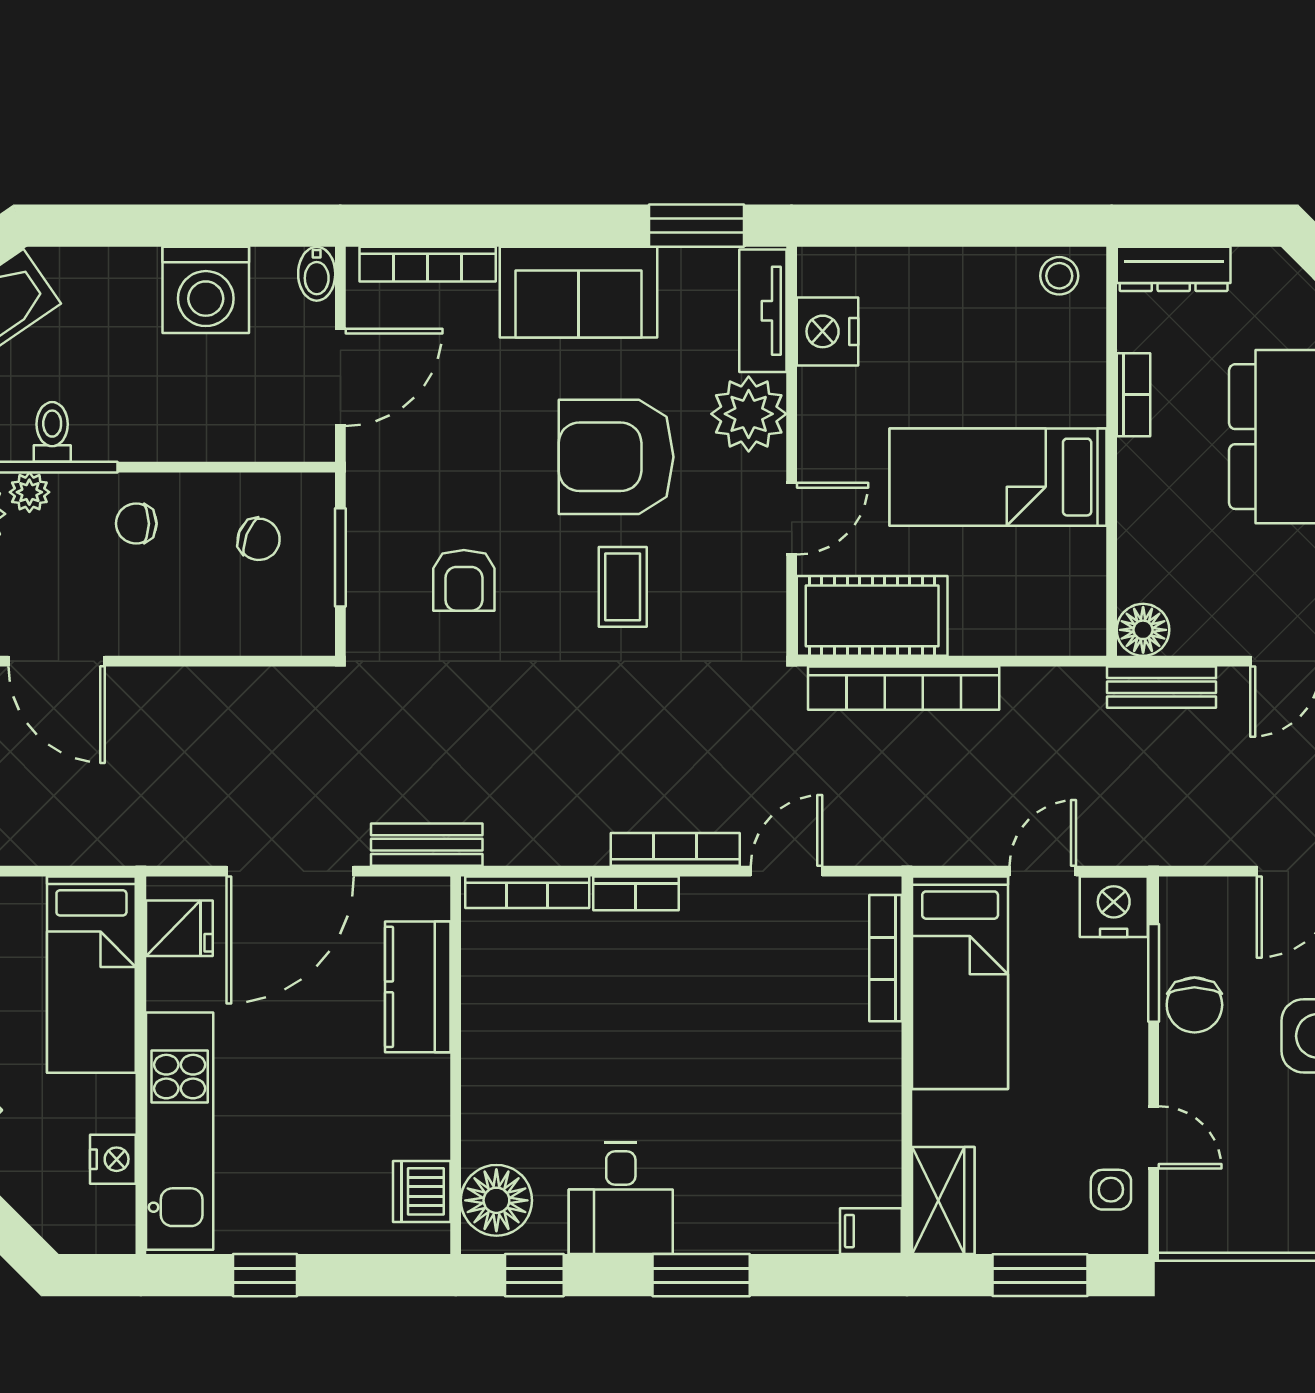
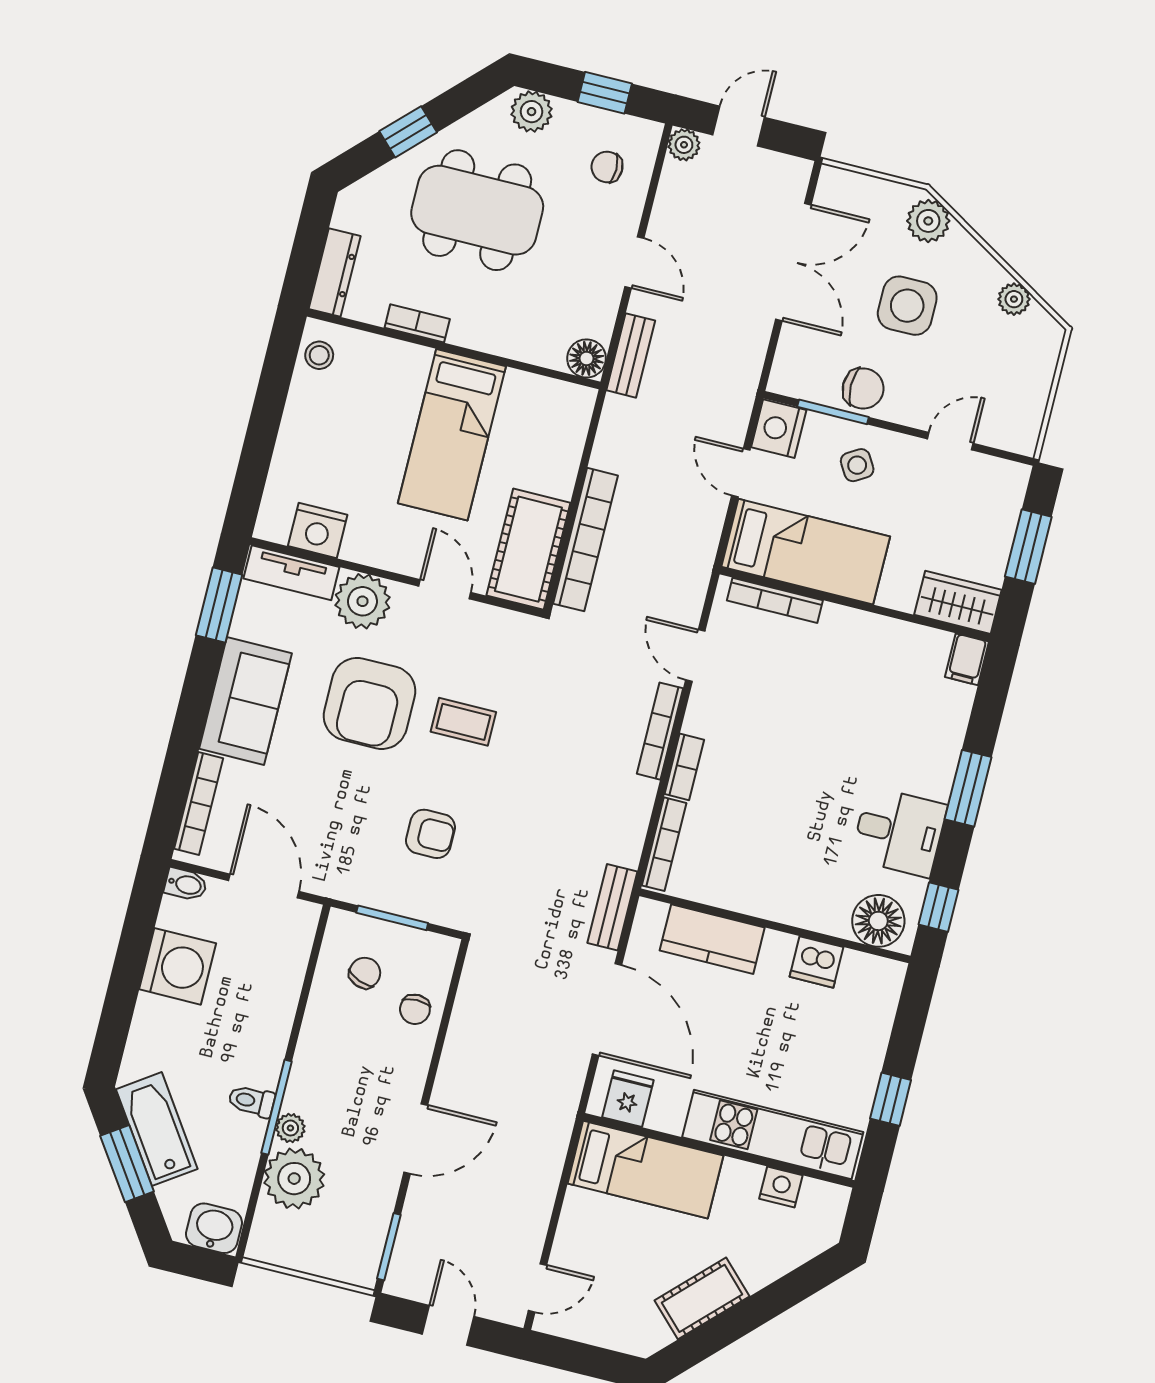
chair: (136, 524) -> (415, 1009), moved
side table: (1111, 1190) -> (857, 465), moved, turned -31
dishwasher: (422, 1191) -> (816, 962), moved

